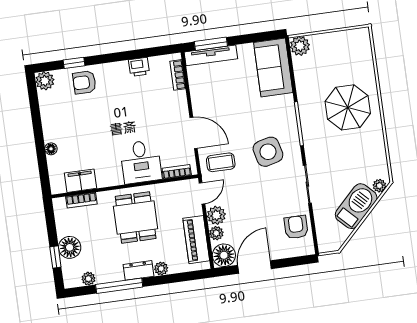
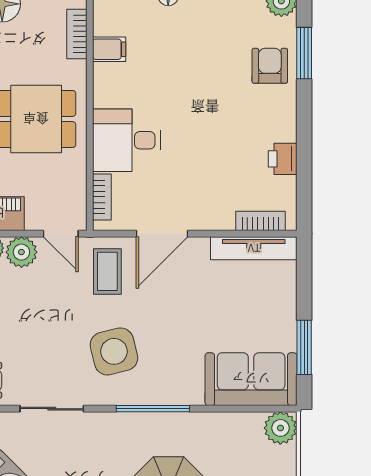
window: (211, 44) -> (304, 347), moved
tv unit: (211, 55) -> (254, 248), moved, turned -90
window: (74, 63) -> (304, 53), width x1.50
filing cabinet: (80, 181) -> (109, 49), width x0.50

